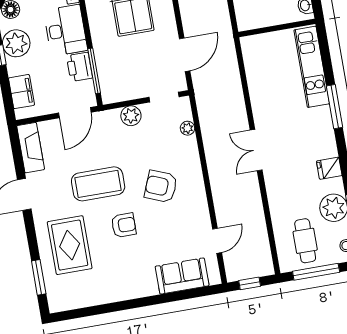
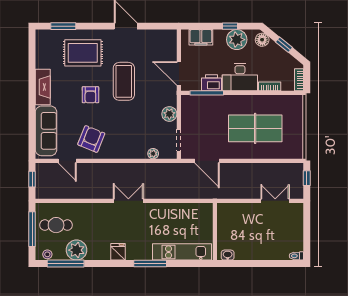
fireplace: (31, 148) -> (43, 87), moved, turned -90
fridge: (329, 168) -> (118, 252), moved
armchair: (161, 186) -> (91, 139), moved
sofa: (182, 276) -> (46, 131), width x1.36

